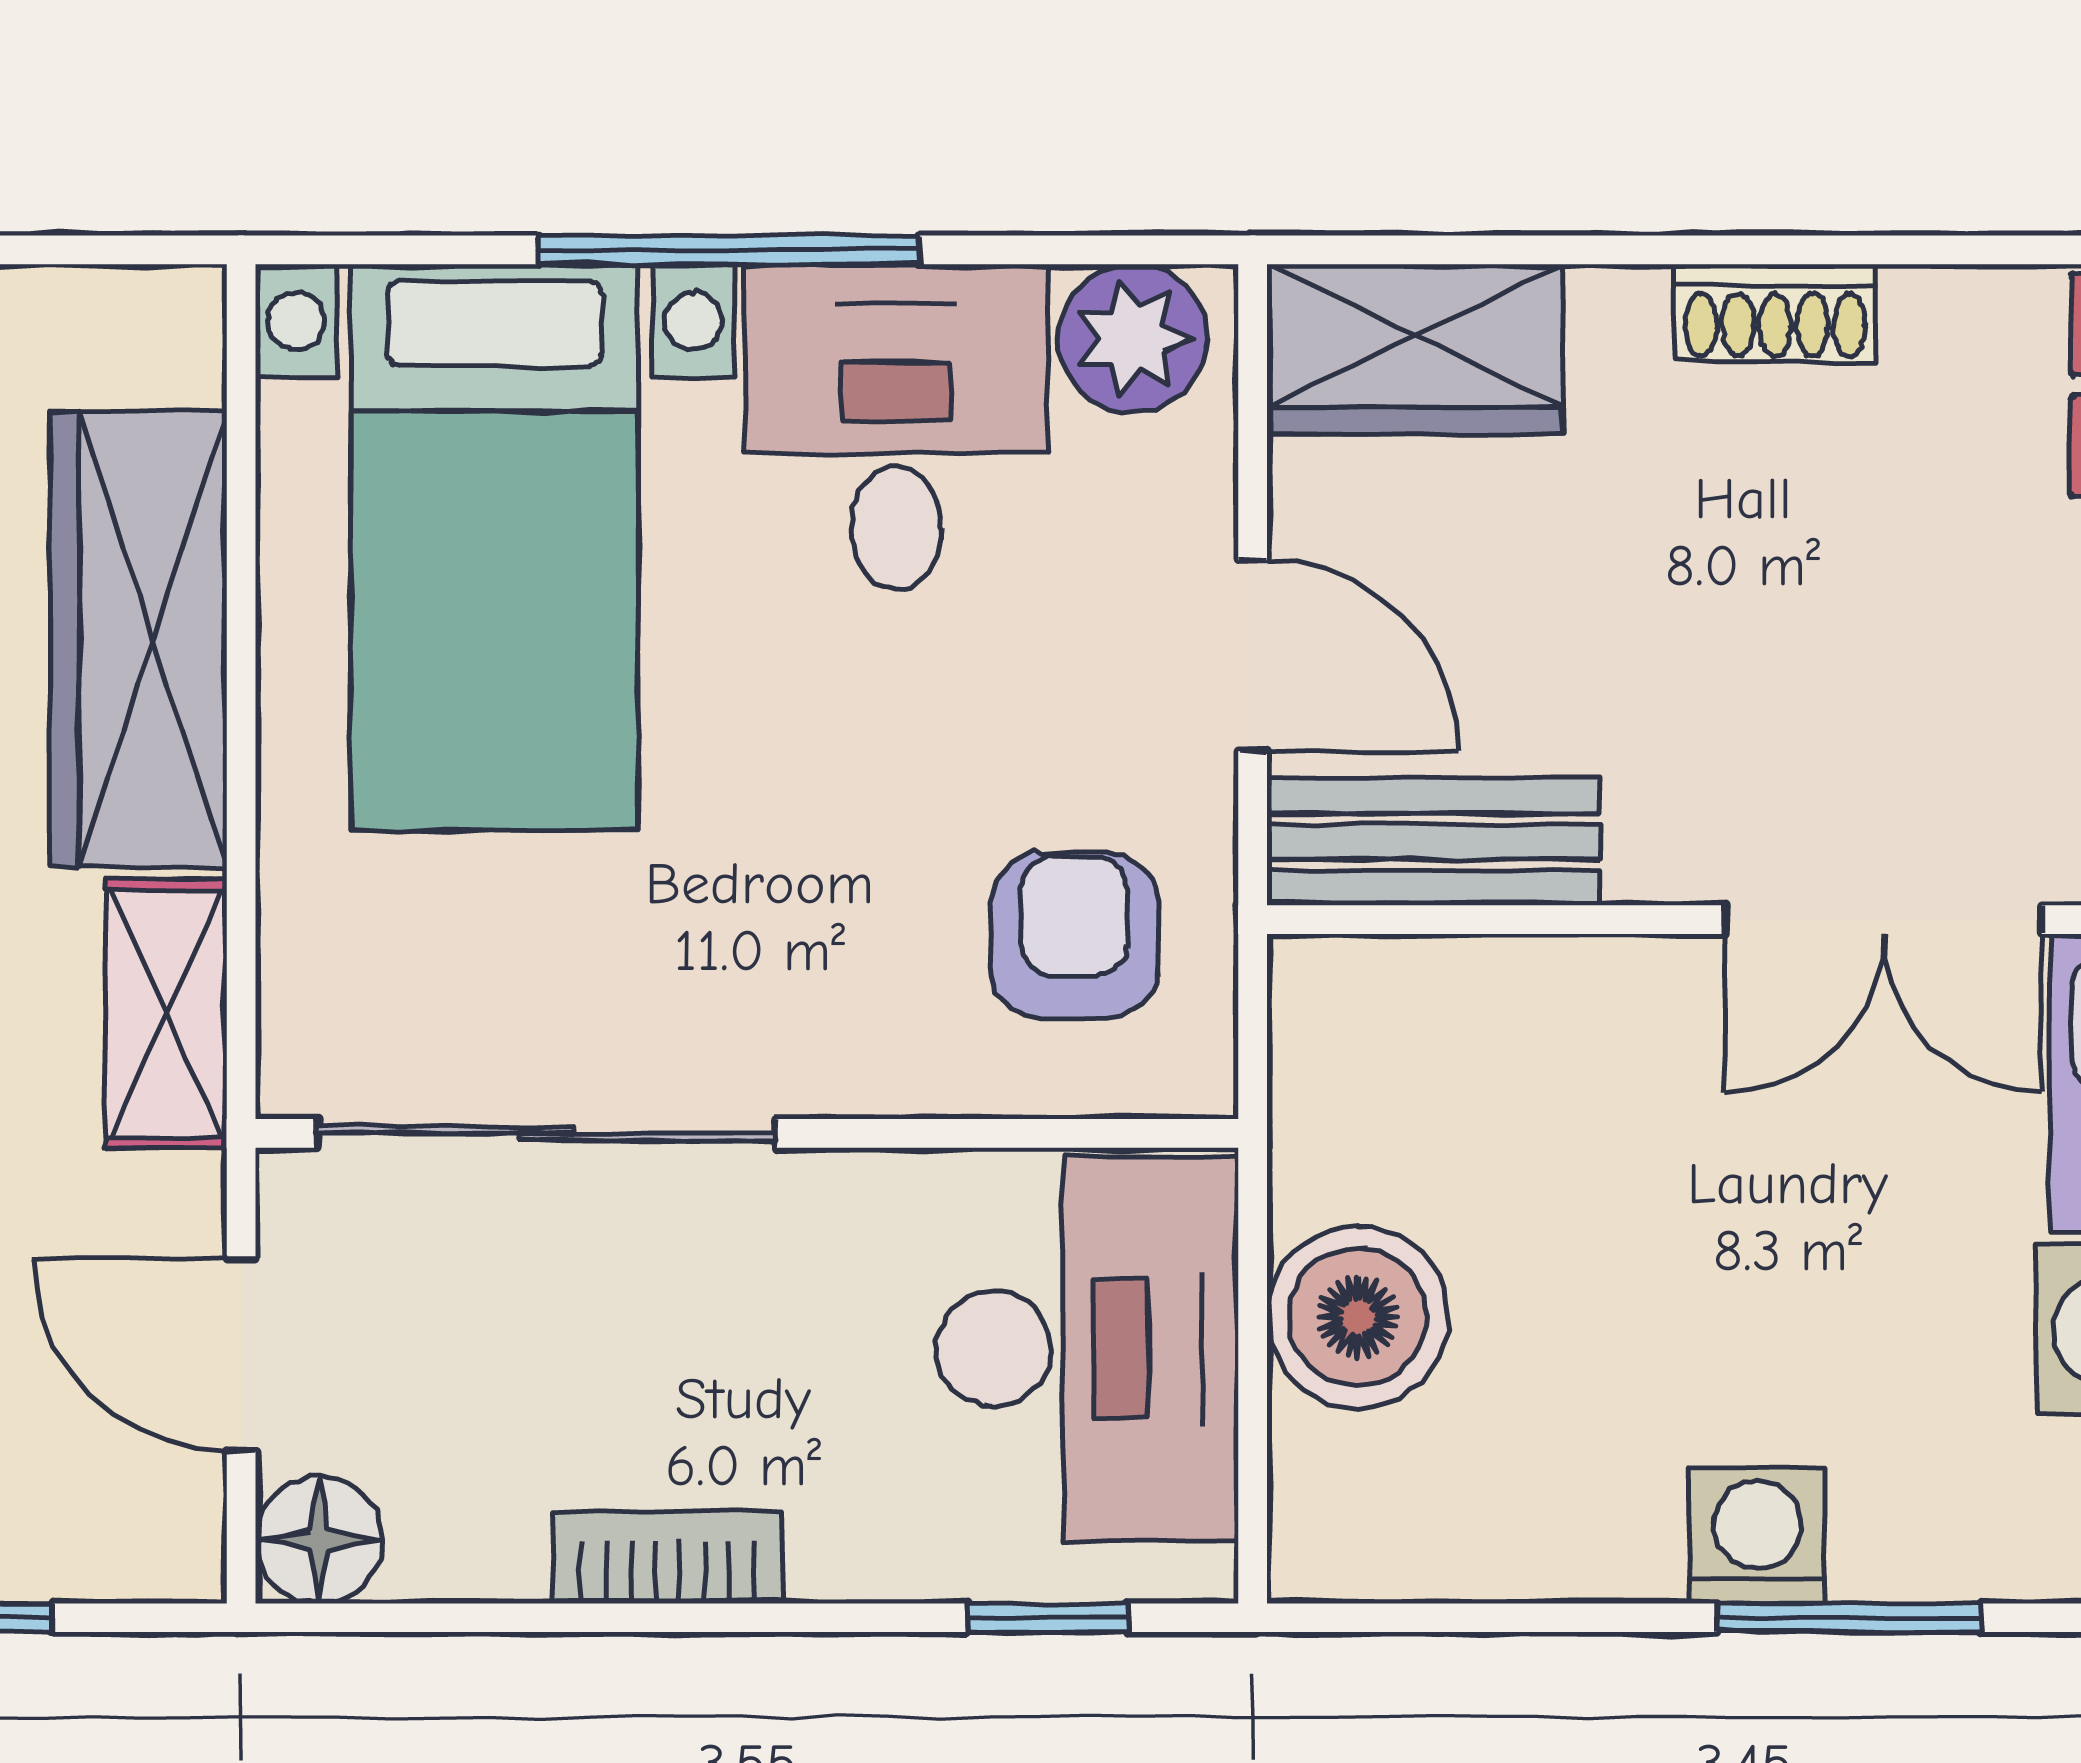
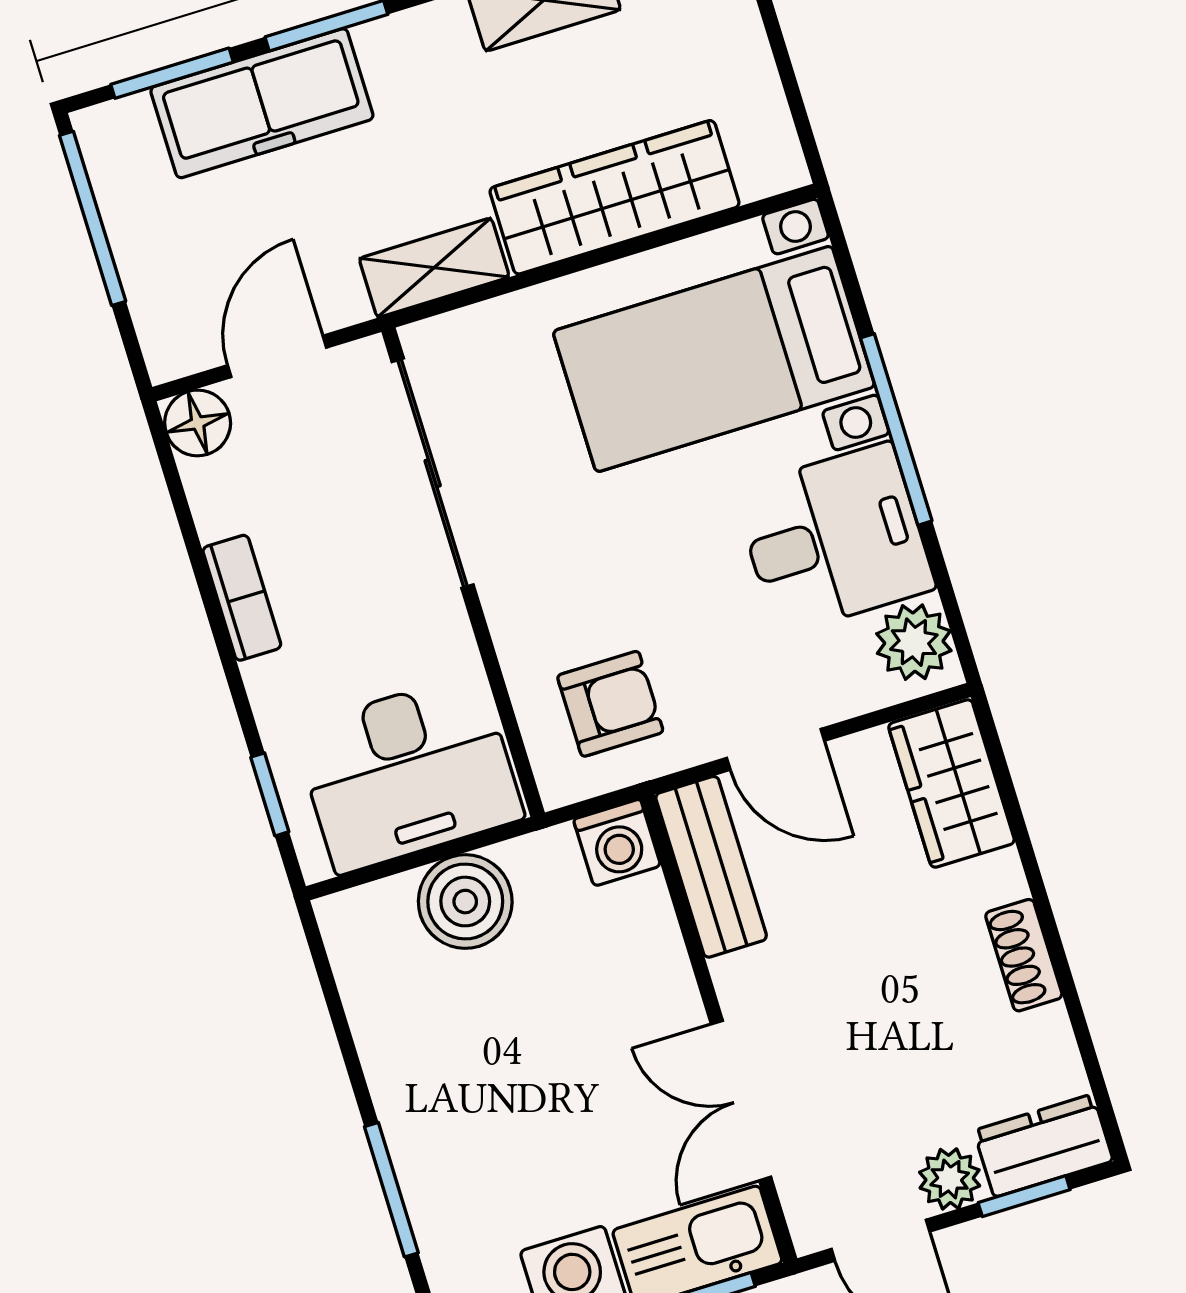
door: (1253, 656) -> (776, 749), hinge flipped
washing machine: (1757, 1535) -> (617, 843), moved, turned 90

